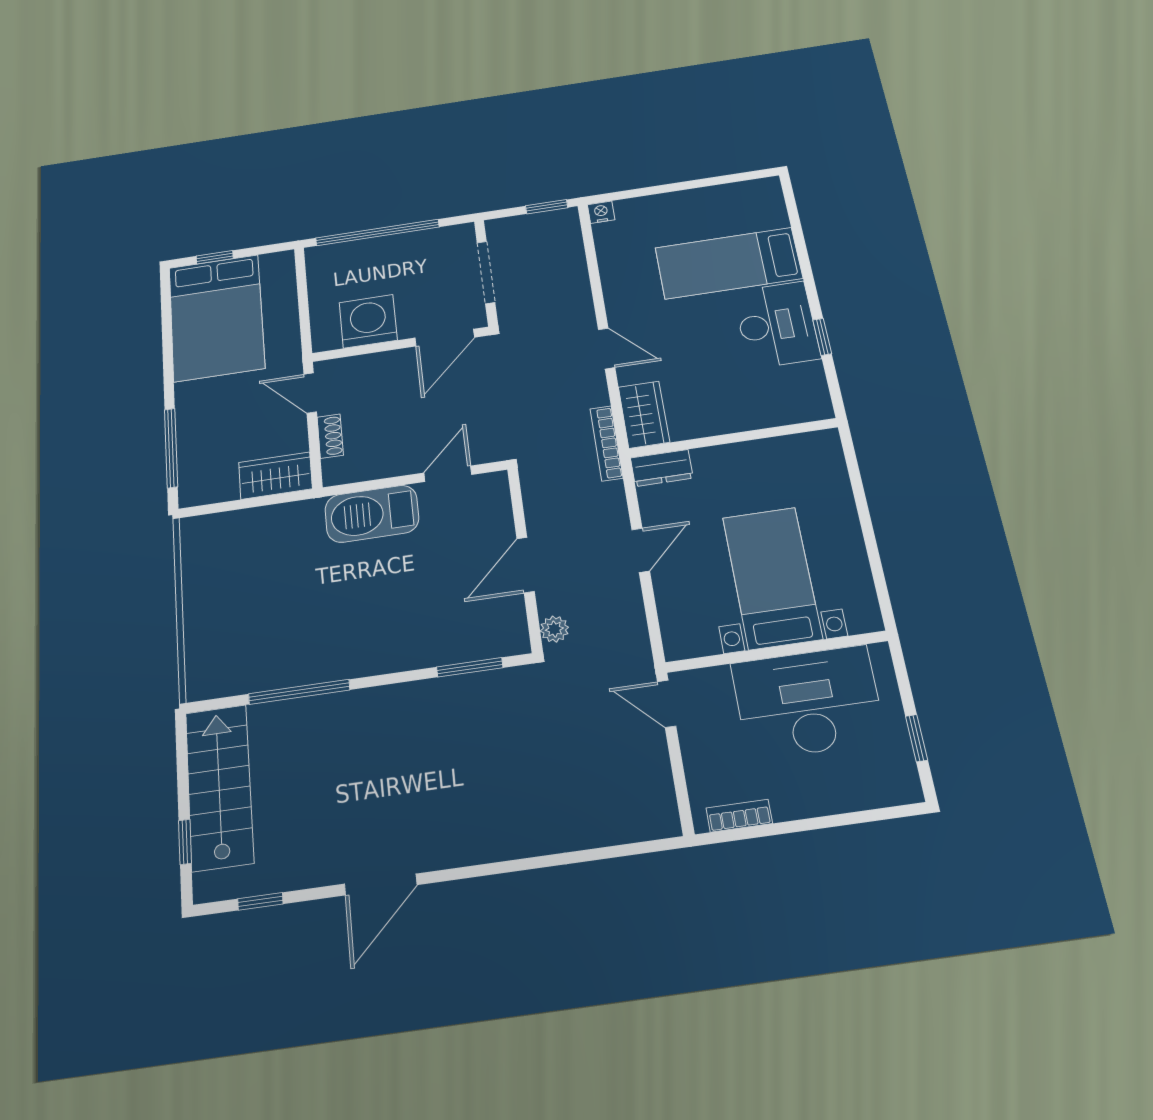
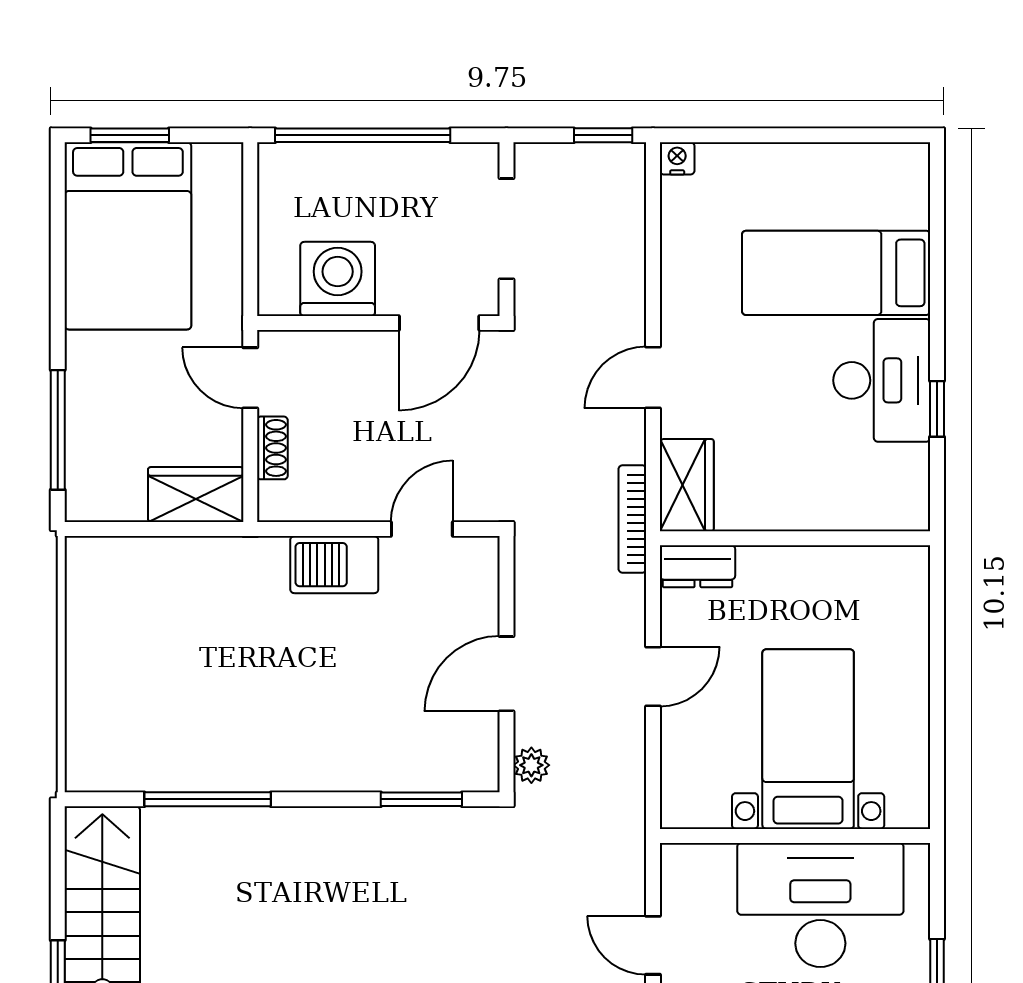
window: (215, 257) -> (130, 135), width x1.50
door: (607, 348) -> (653, 378), swing flipped
barbecue: (372, 514) -> (334, 565), width x0.73, depth x0.83
door: (667, 704) -> (653, 945), moved

